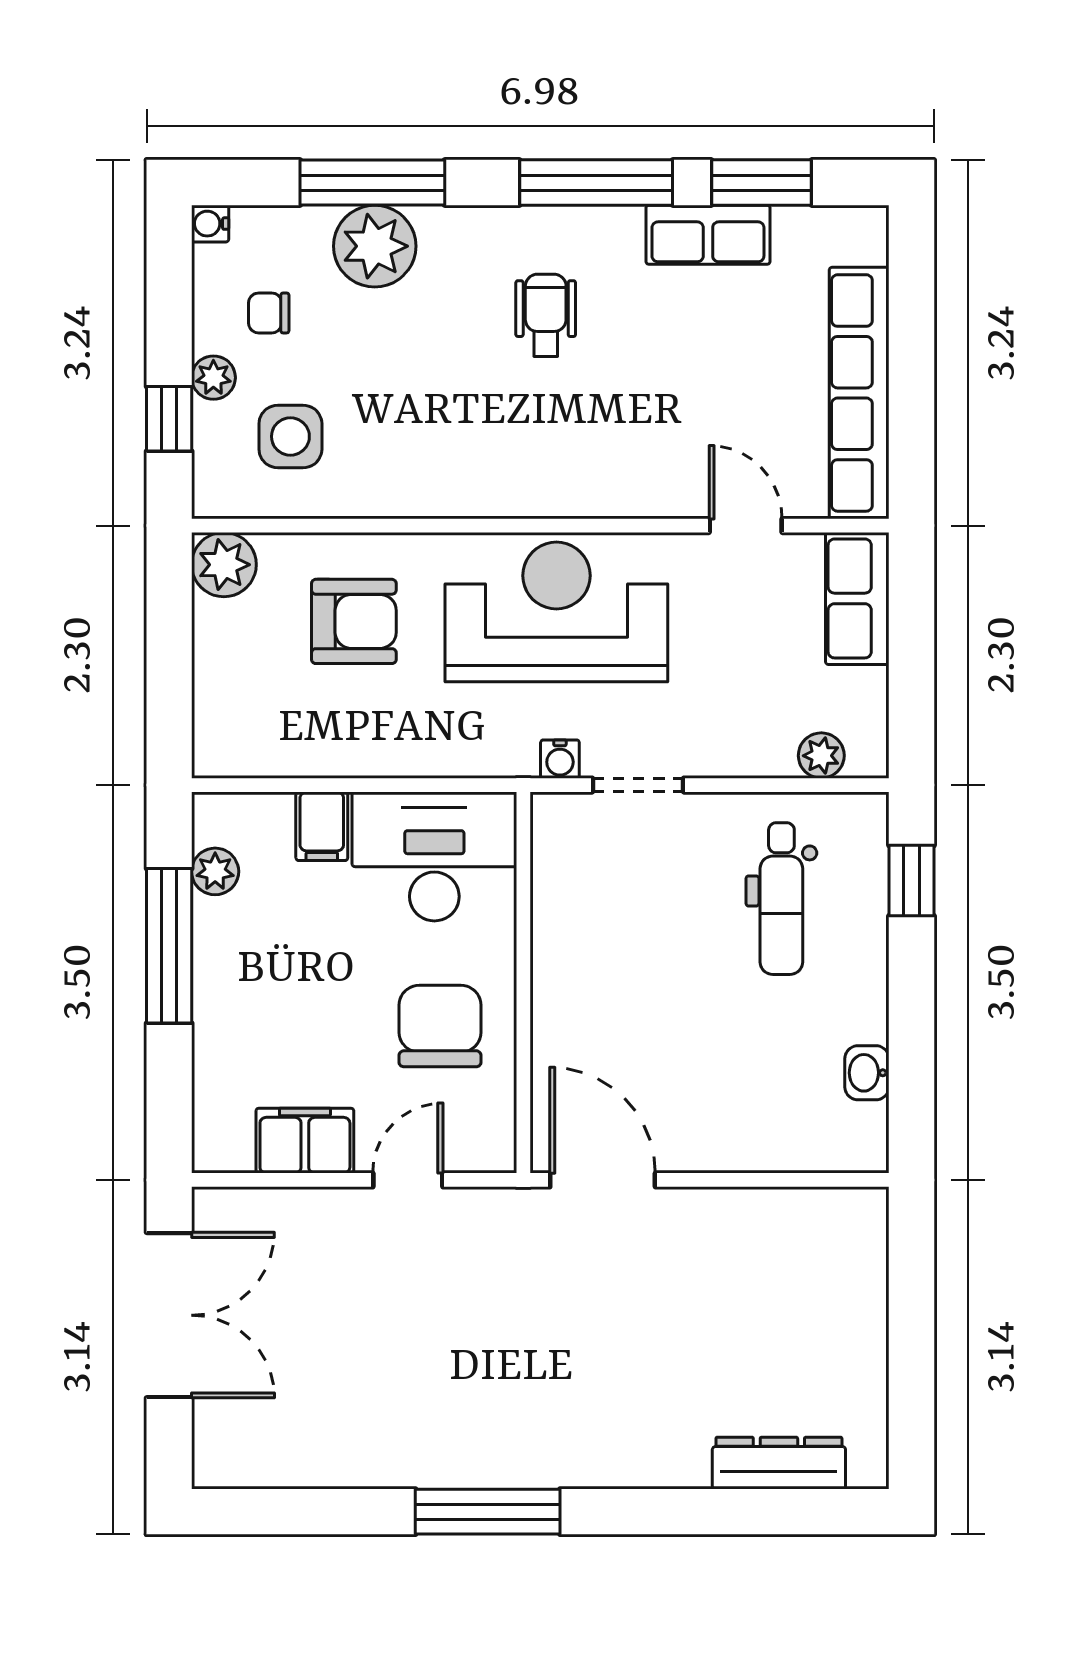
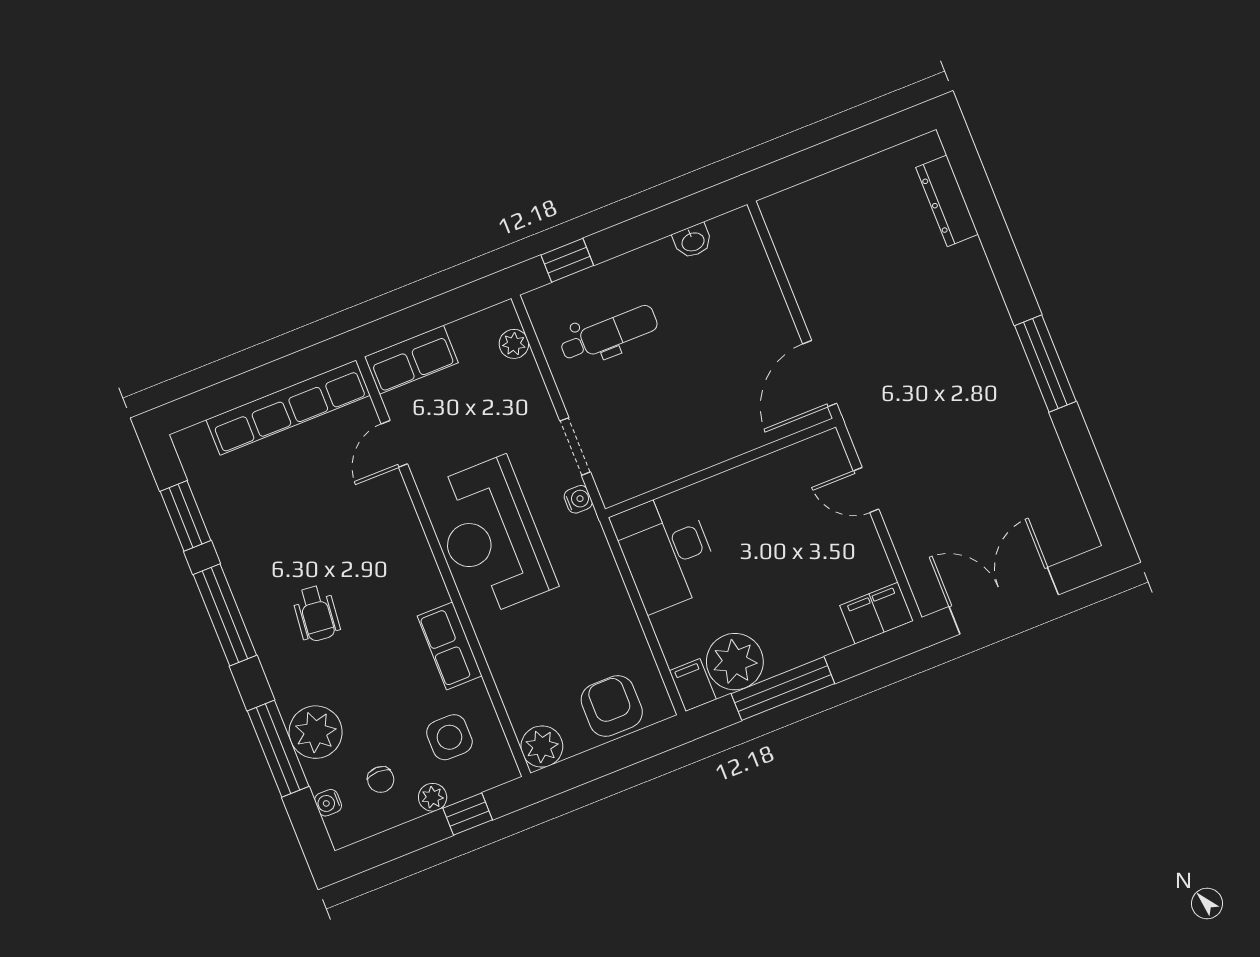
water cooler: (210, 224) -> (328, 803), moved, turned 90
row of seats: (708, 235) -> (450, 646), moved, turned 180
wheelchair: (546, 315) -> (316, 613), turned -84
armchair: (354, 621) -> (612, 706), moved
filing cabinet: (322, 826) -> (693, 685), moved, turned -90
plant: (215, 871) -> (735, 662), width x1.87, depth x1.87
chair: (440, 1026) -> (766, 507), removed
filing cabinet: (305, 1141) -> (877, 613), moved, turned 90

